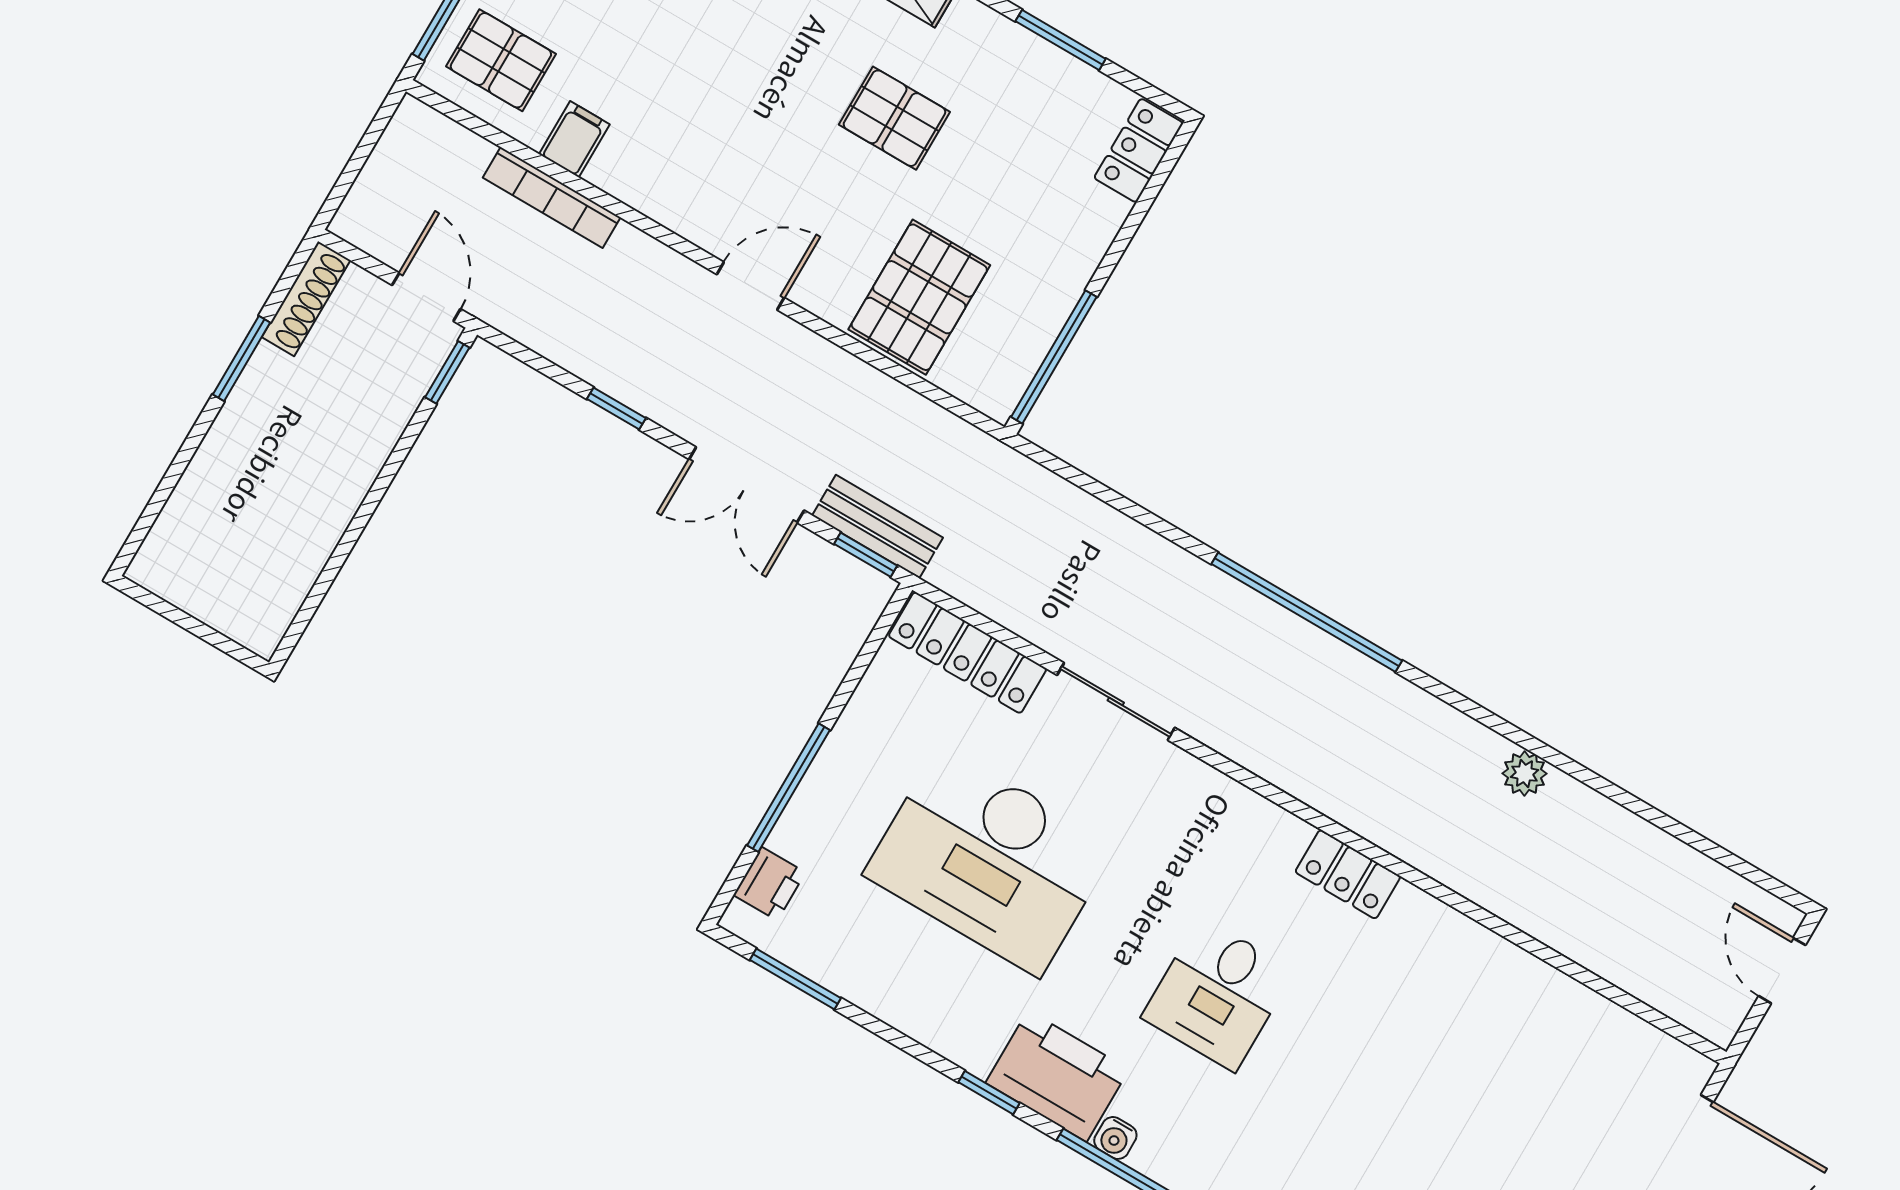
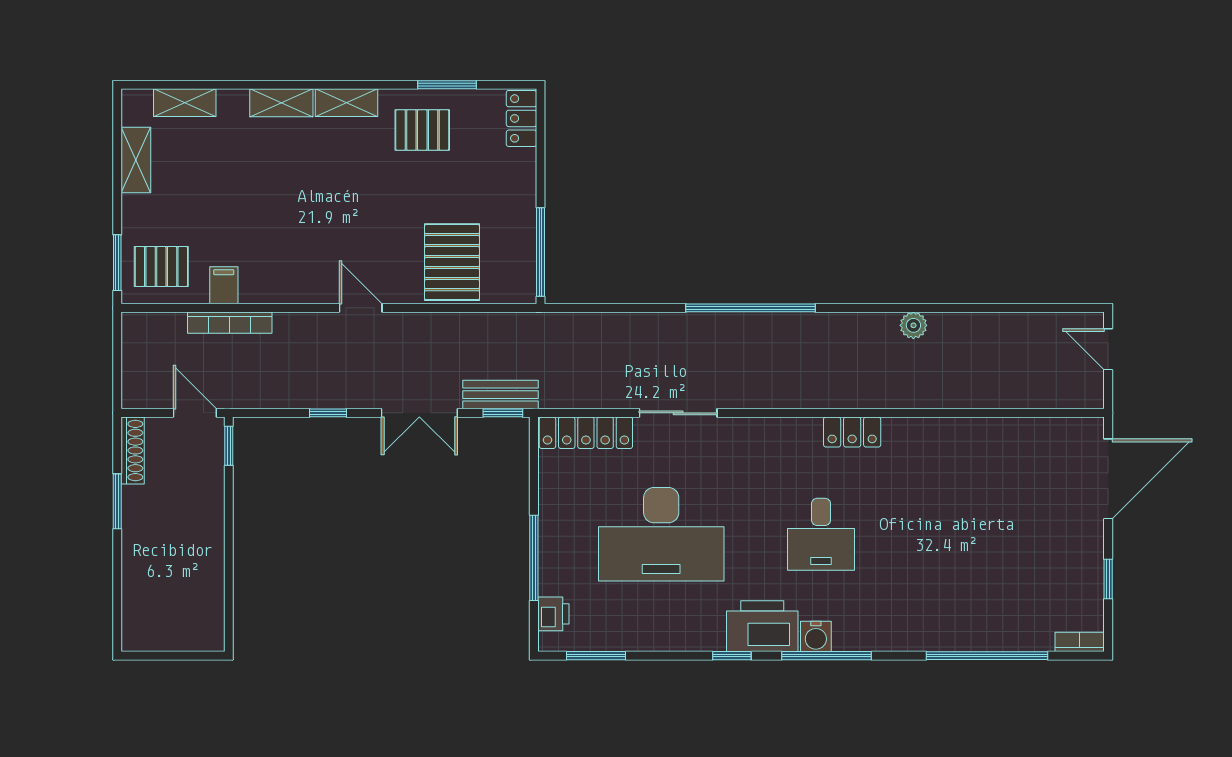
pallet: (894, 118) -> (422, 130), moved
door: (751, 286) -> (361, 308), hinge flipped
water cooler: (1115, 1138) -> (816, 636), width x1.38, depth x1.38

